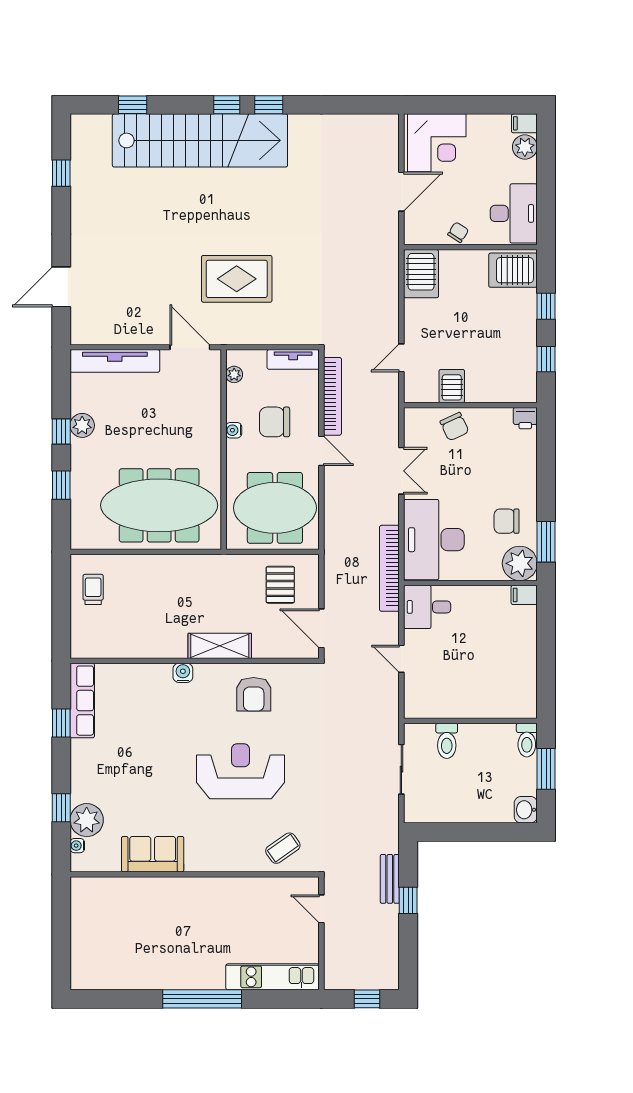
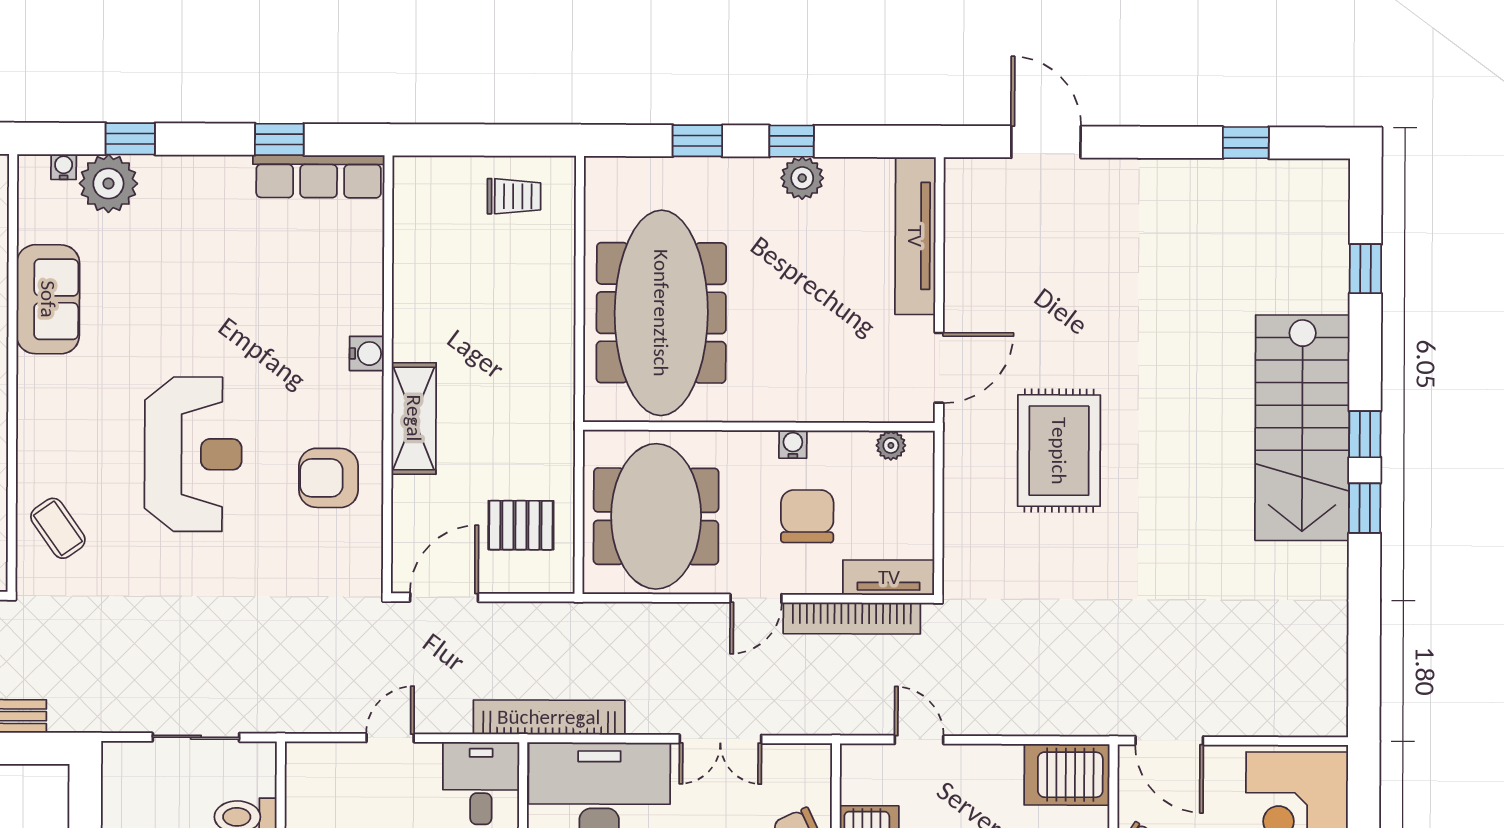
stairs: (200, 140) -> (1302, 428), width x0.73
door: (401, 192) -> (1169, 741), moved
tv unit: (293, 359) -> (889, 577), moved, turned 90

